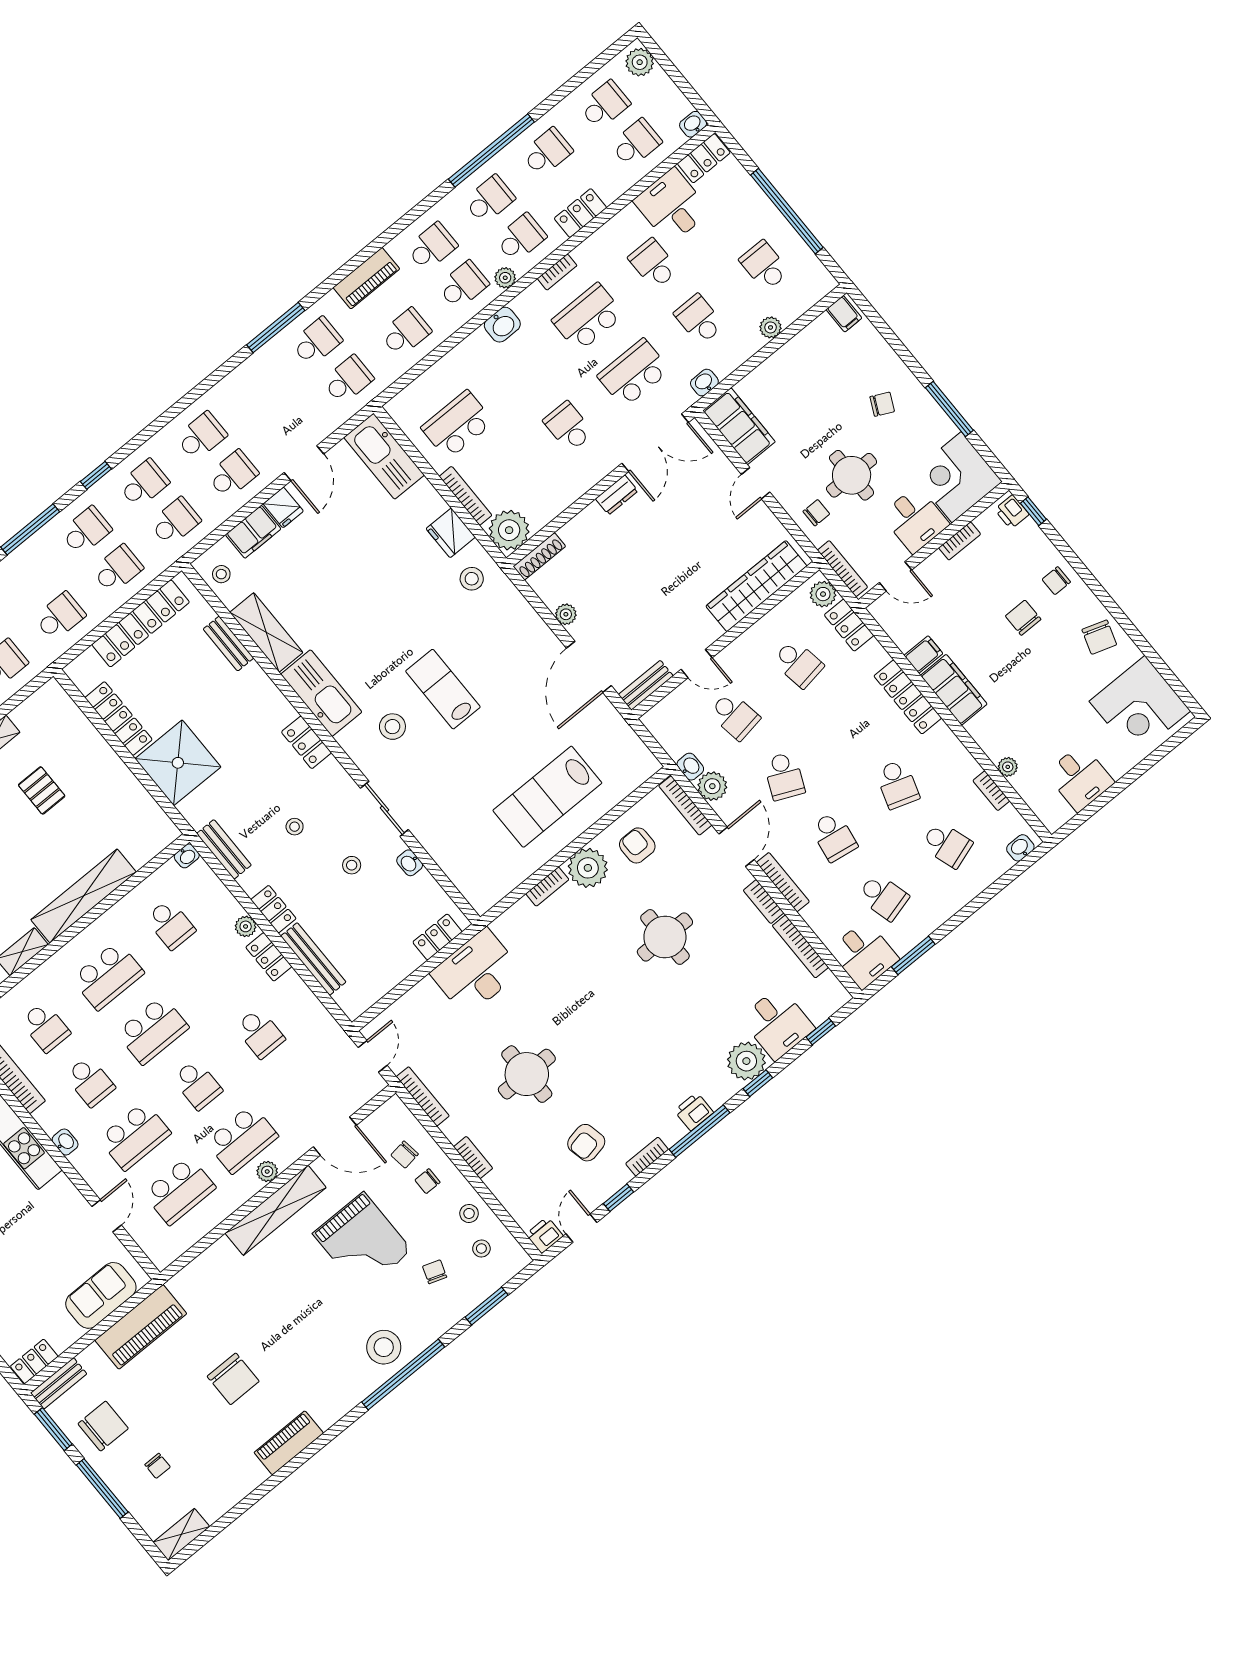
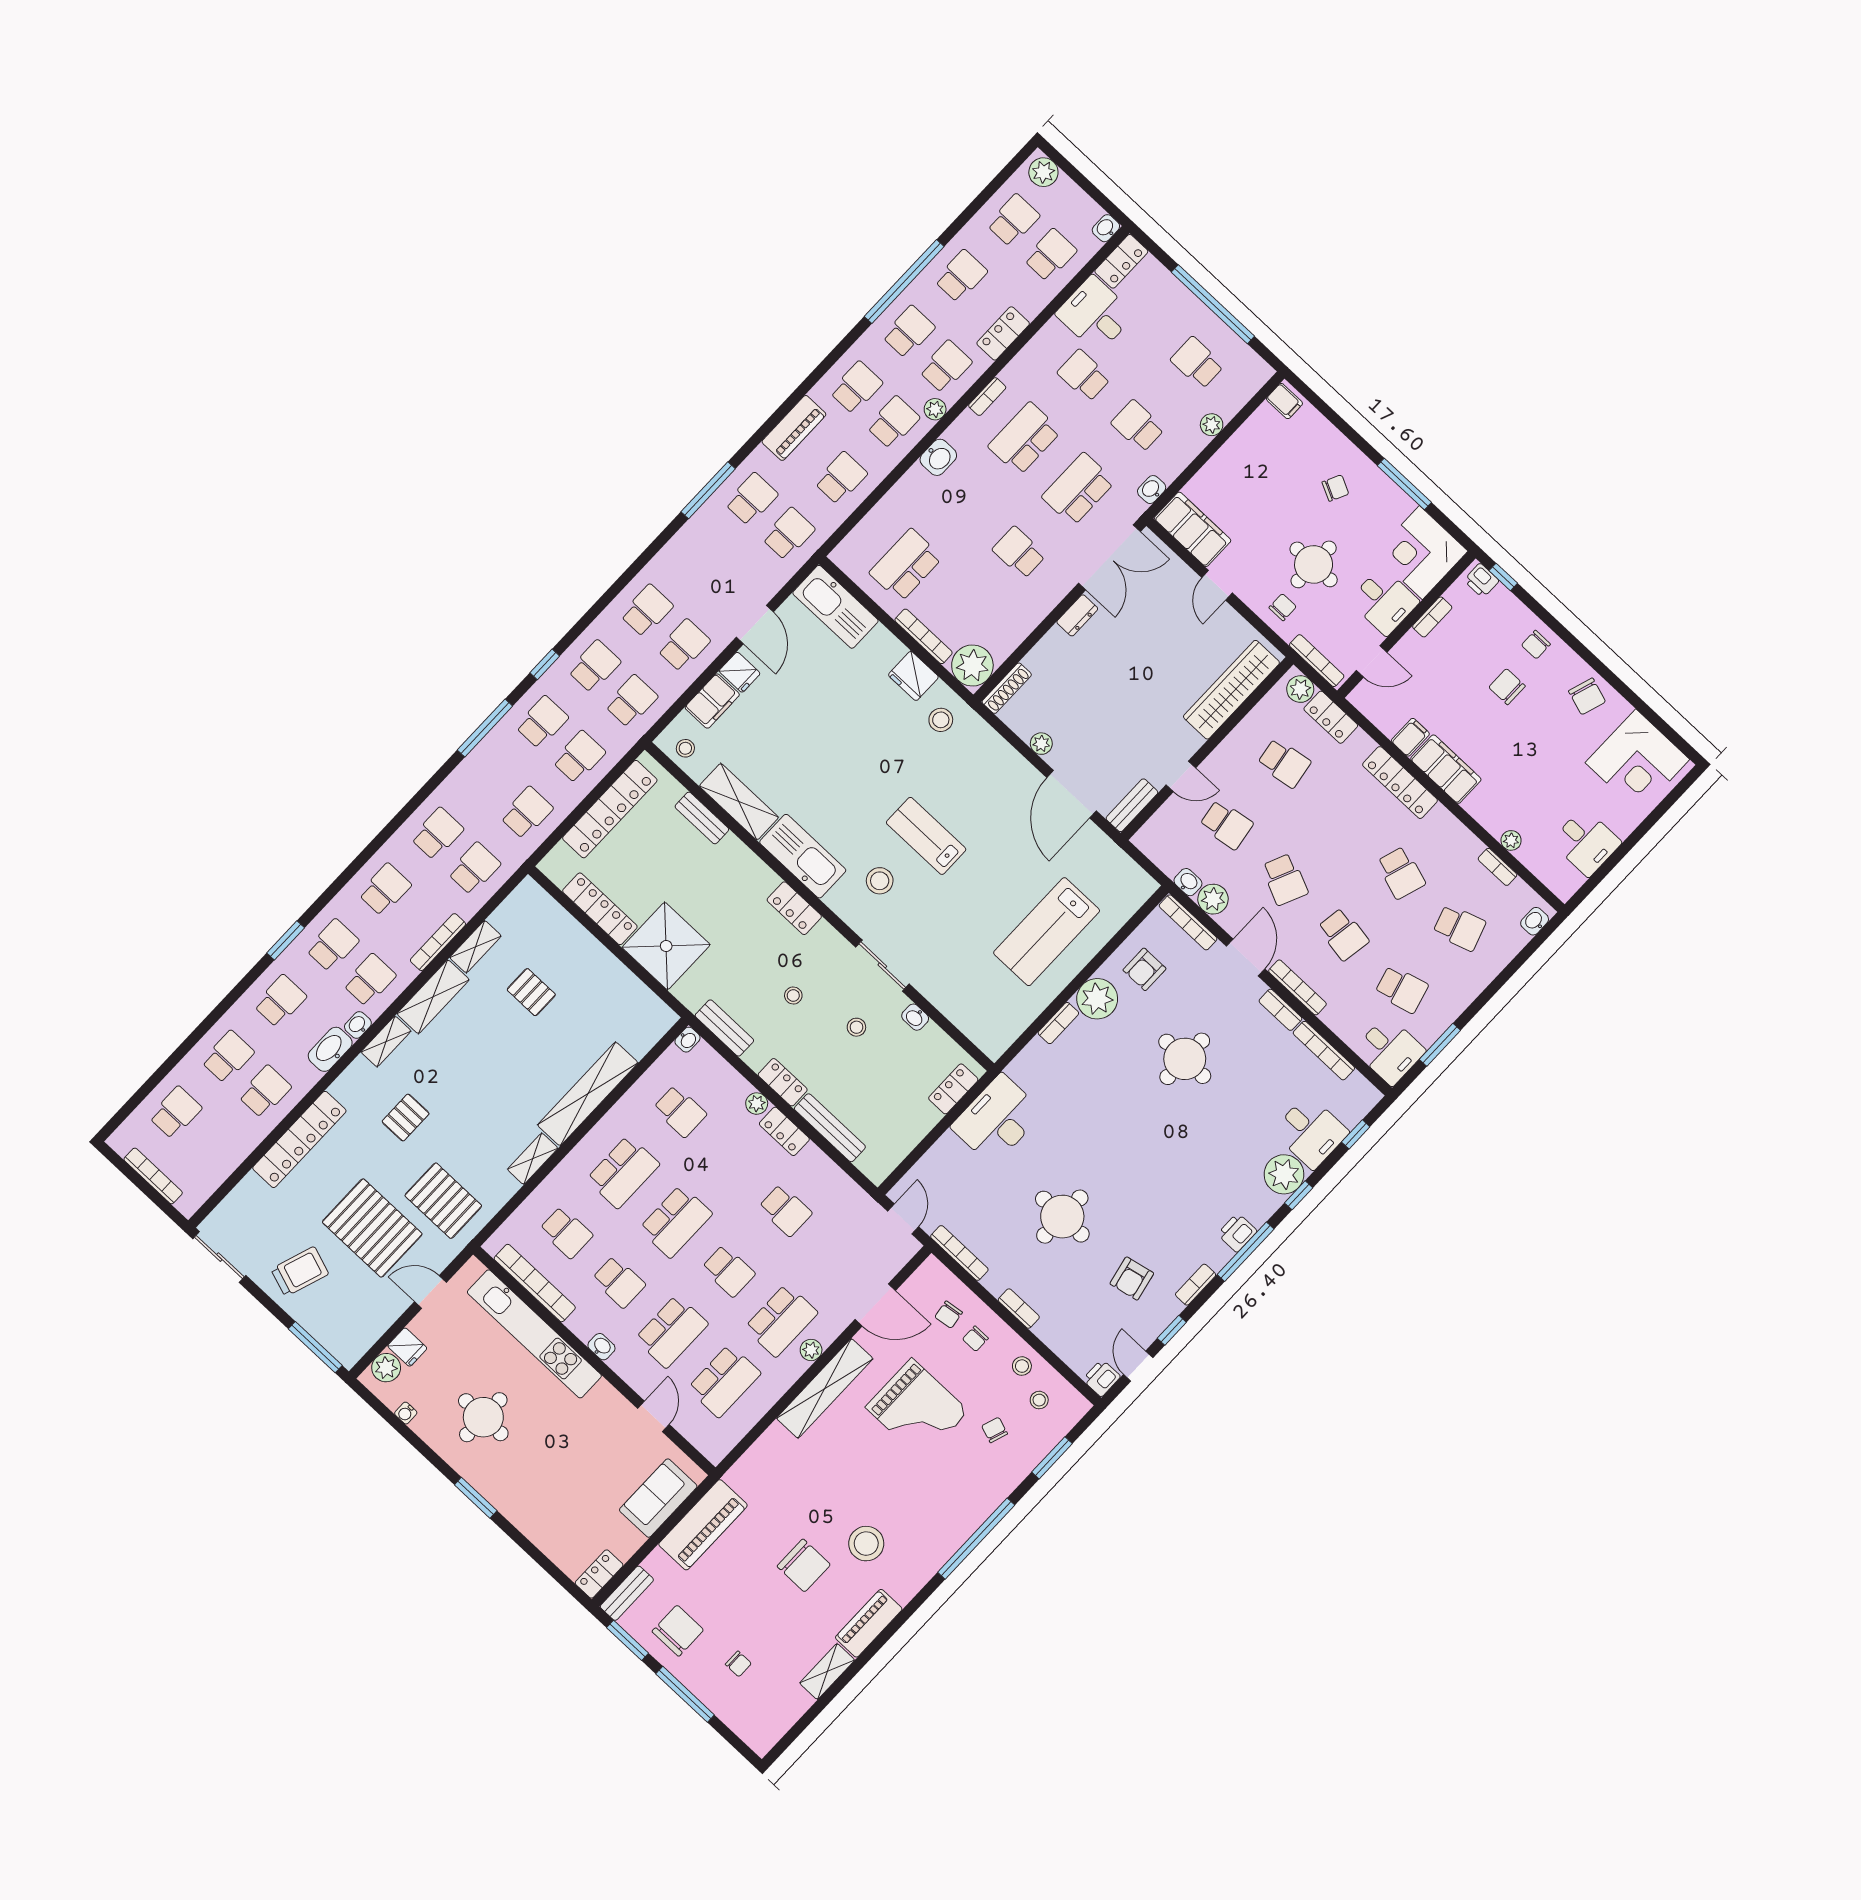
armchair: (637, 845) -> (1145, 969), turned -90
stool: (384, 1347) -> (866, 1544), moved
shelving: (181, 1534) -> (827, 1671), moved

